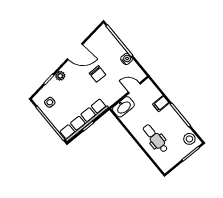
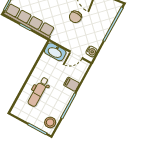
water cooler: (126, 59) -> (92, 51), moved
door: (134, 88) -> (76, 55), swing flipped
dental chair: (155, 138) -> (38, 92), turned 180

